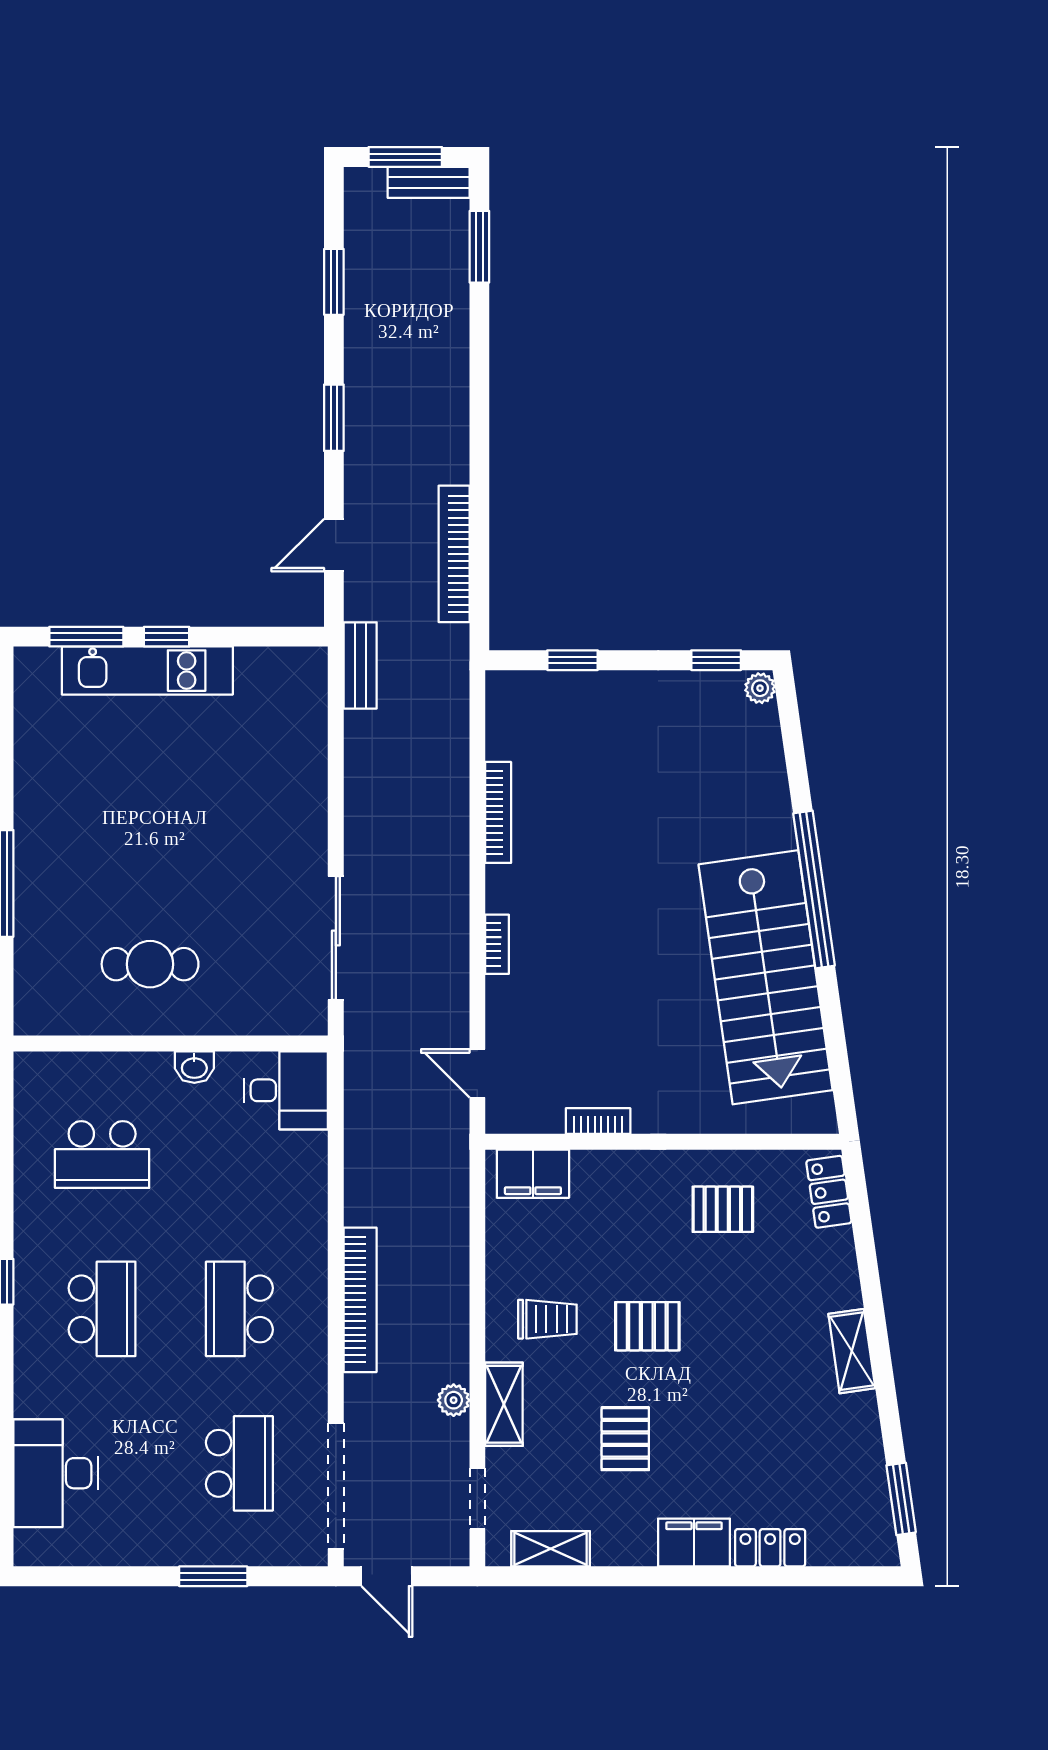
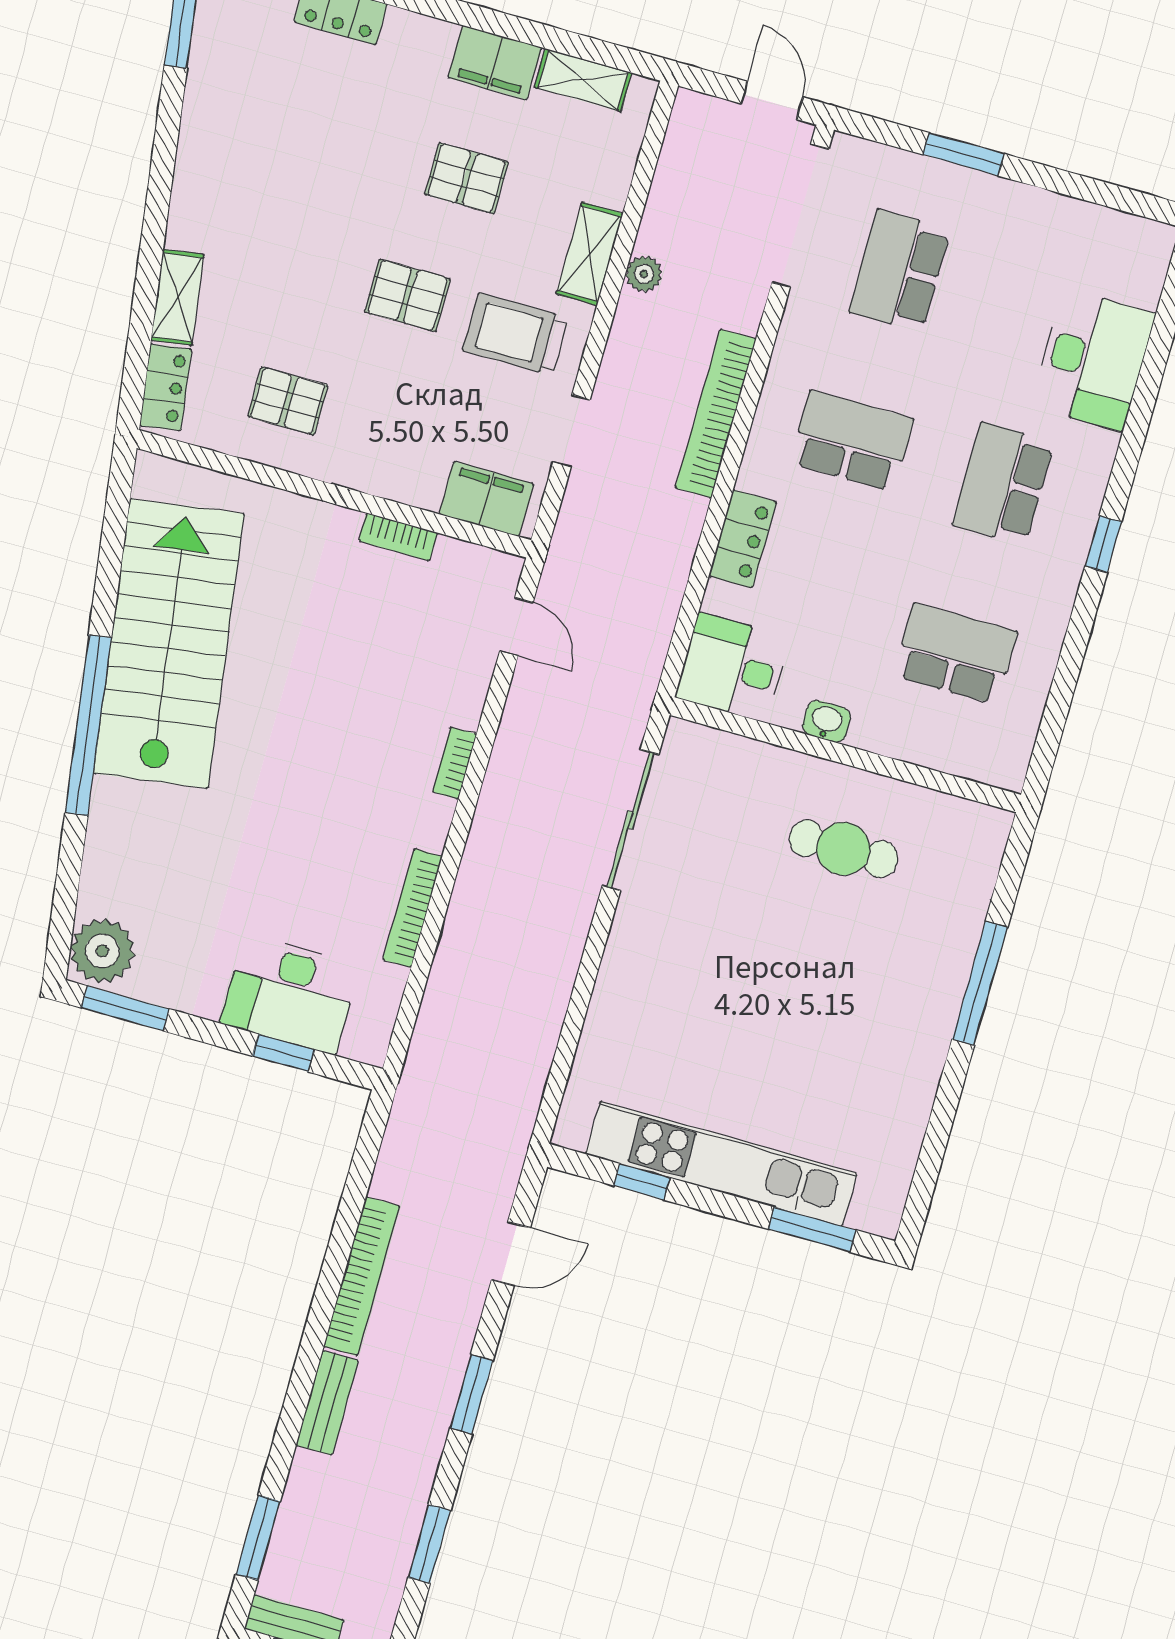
bookcase: (454, 554) -> (362, 1276), moved
window: (167, 637) -> (642, 1182), moved
window: (716, 660) -> (125, 1008), width x1.50
bench: (360, 665) -> (327, 1403), moved
kitchen unit: (147, 671) -> (721, 1164), width x1.36
plant: (760, 688) -> (102, 951), width x1.87, depth x1.87
desk: (581, 711) -> (290, 994), added
locker: (308, 1201) -> (743, 539), added
school desk: (239, 1309) -> (852, 441), turned -90
trolley: (547, 1319) -> (515, 334), width x1.36, depth x1.39
shelving: (852, 1351) -> (177, 297), moved
pallet: (625, 1439) -> (467, 178), turned 90
desk: (56, 1473) -> (1093, 360), moved
doorway: (477, 1499) -> (571, 431), moved
filing cabinet: (694, 1543) -> (495, 63), moved

